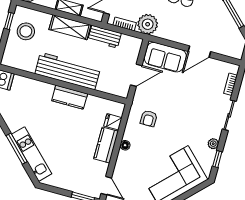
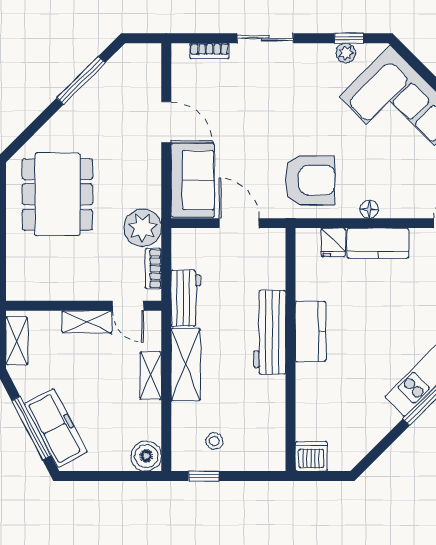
stool: (26, 31) -> (214, 441), width x0.53, depth x0.53
workbench: (68, 71) -> (270, 332), width x0.73, depth x0.76
armchair: (149, 118) -> (310, 180), width x1.88, depth x1.88
plant: (213, 144) -> (346, 53), moved

